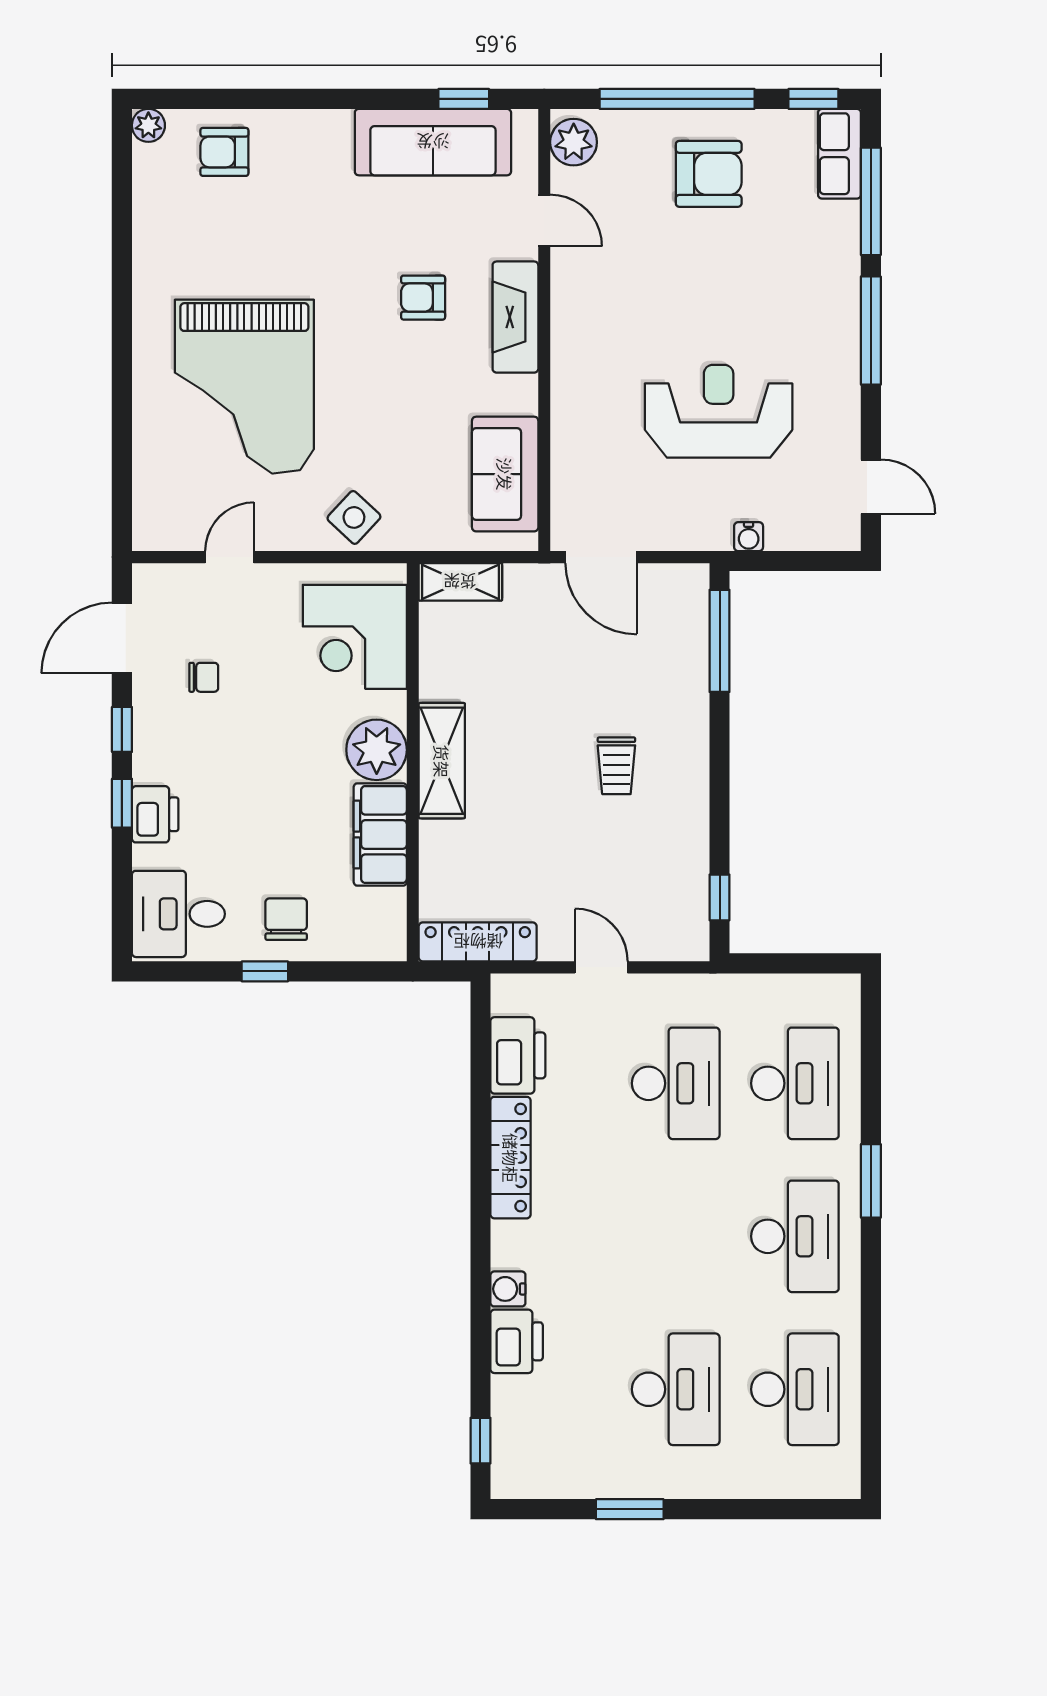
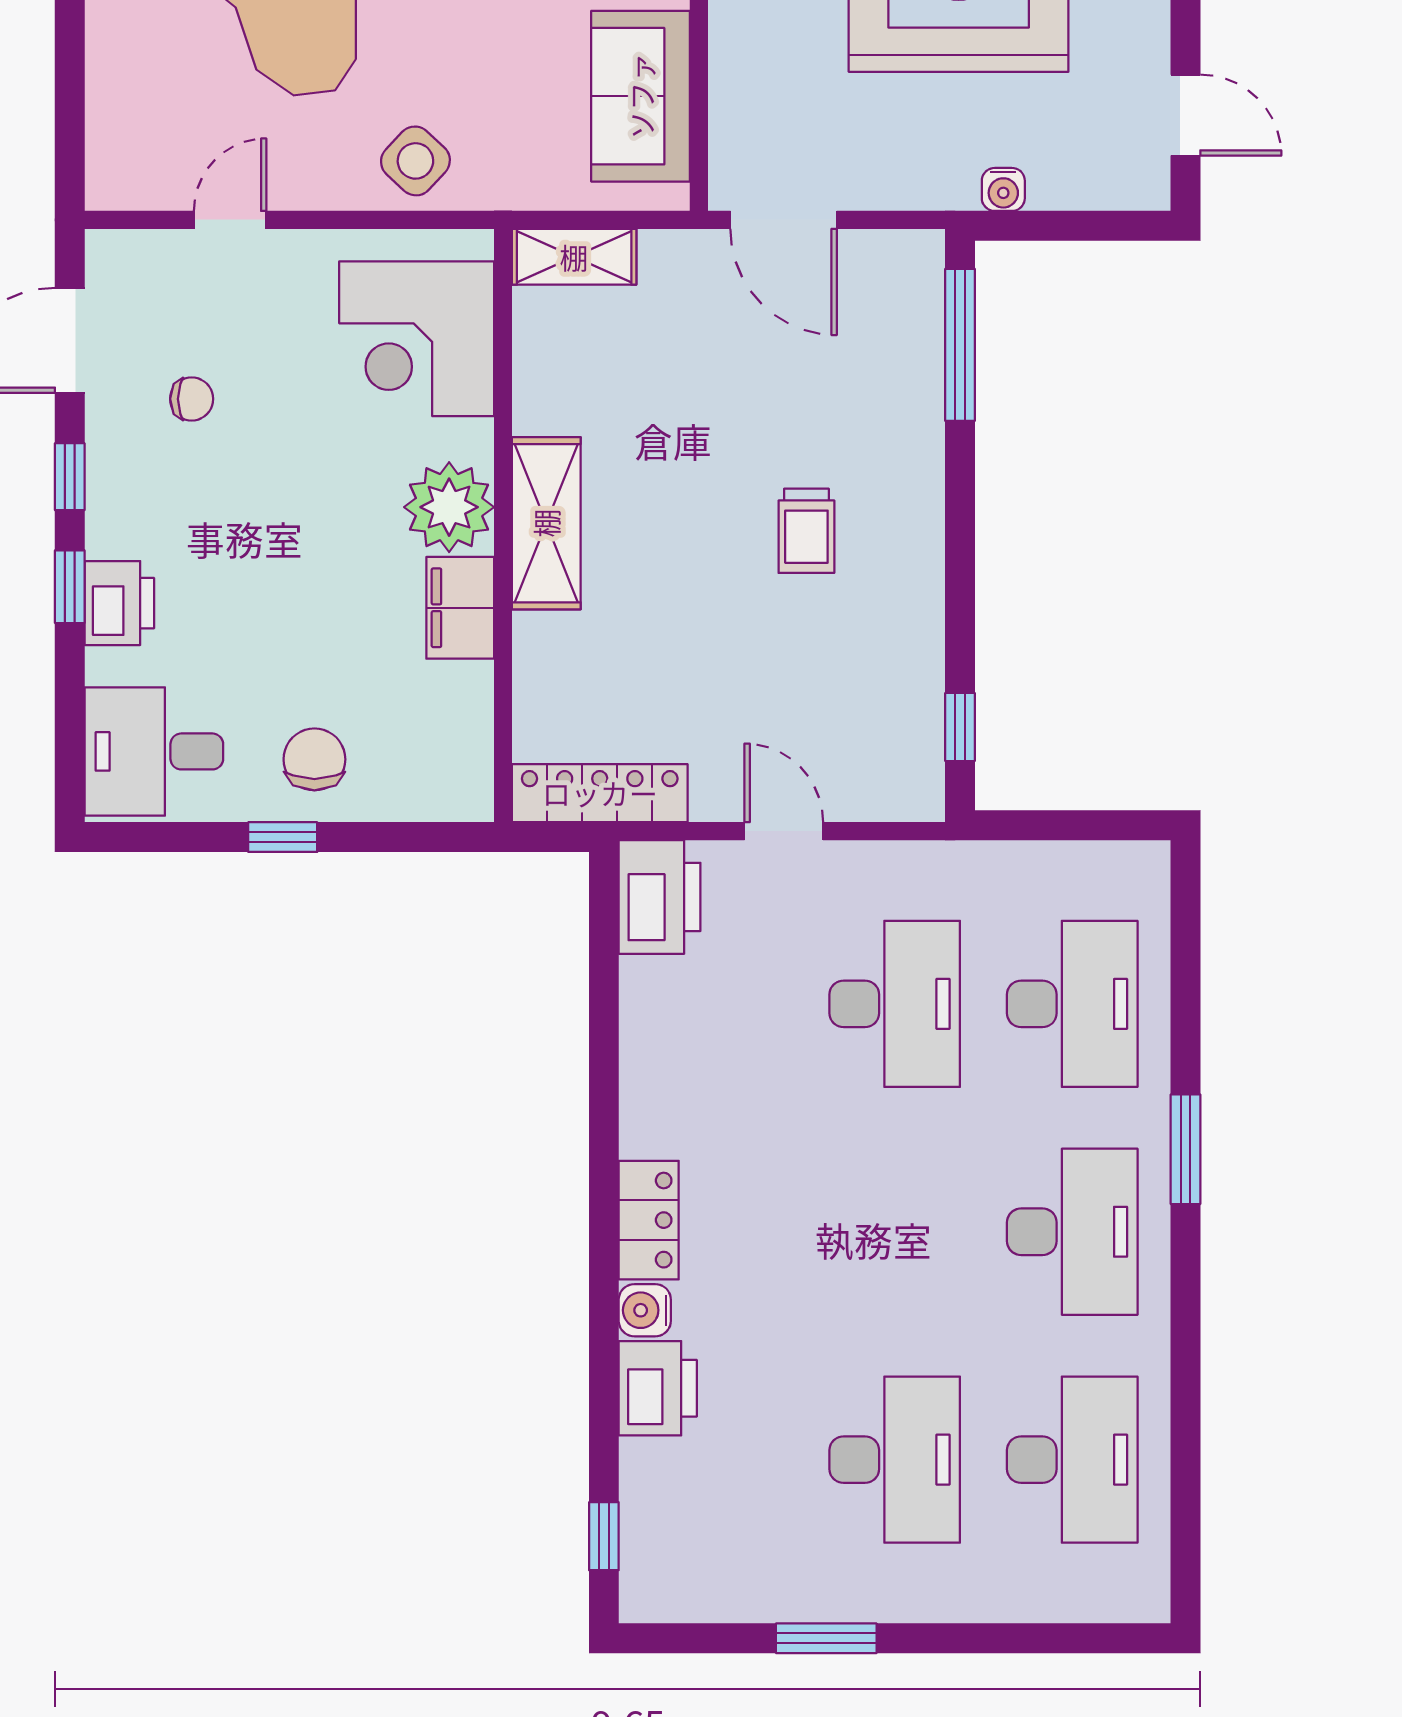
filing cabinet: (380, 834) -> (460, 608), width x0.67, depth x0.86
printer: (518, 1055) -> (660, 897), moved
locker: (511, 1158) -> (649, 1220), moved, width x0.66

